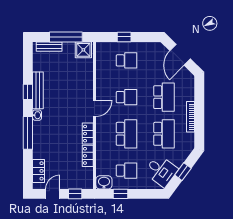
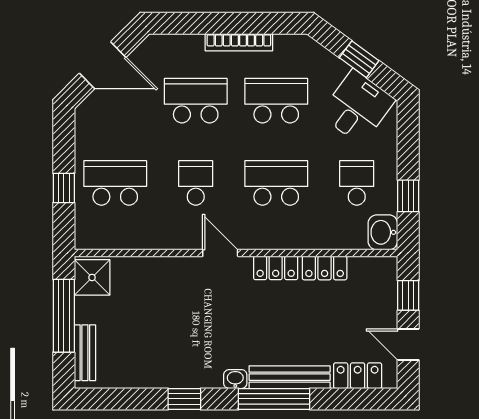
school desk: (126, 60) -> (115, 183), width x1.85
bench: (38, 90) -> (290, 377), moved

